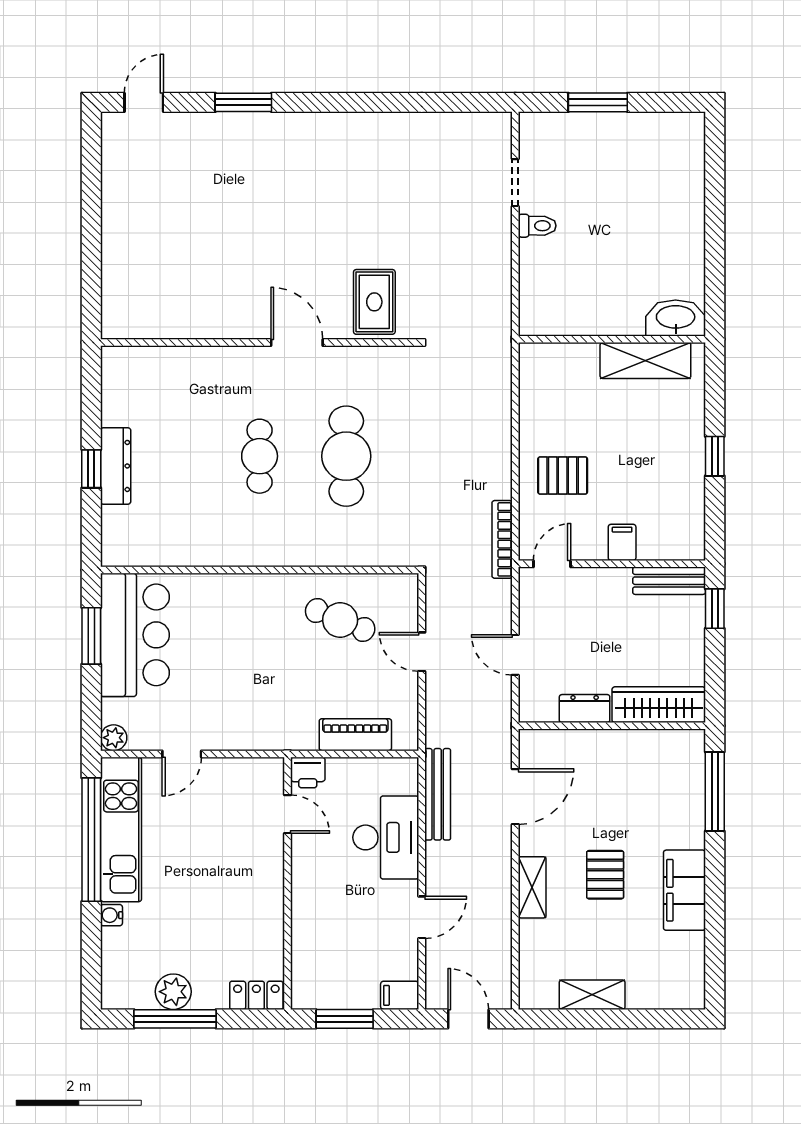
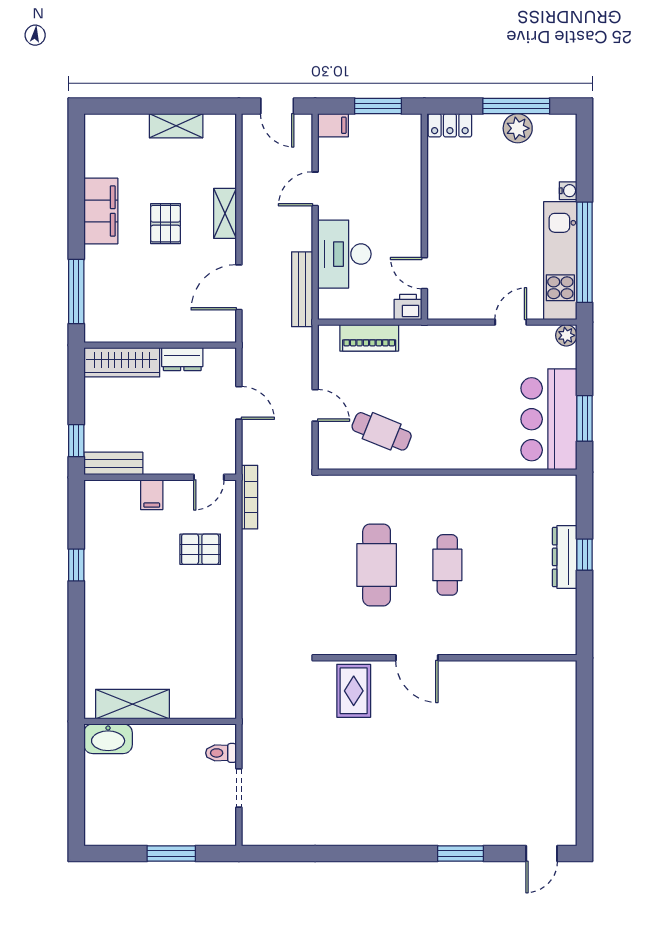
washbasin: (676, 318) -> (108, 739), moved
wall: (612, 339) -> (160, 721), moved
shelving: (645, 360) -> (133, 704), moved

